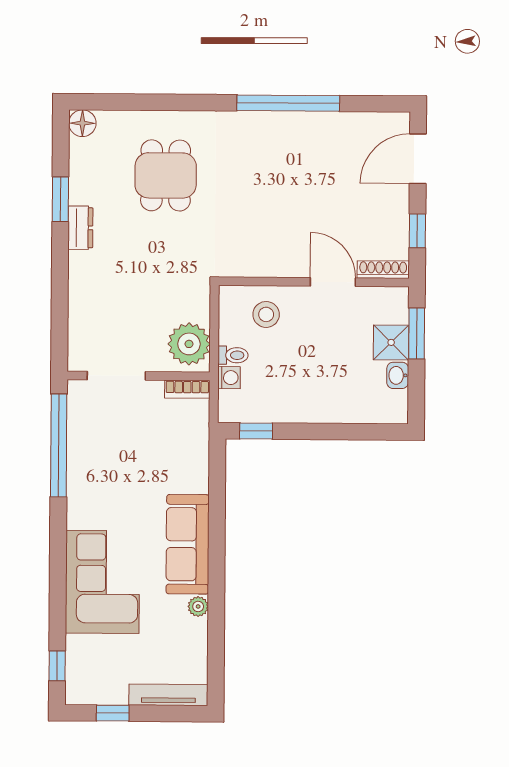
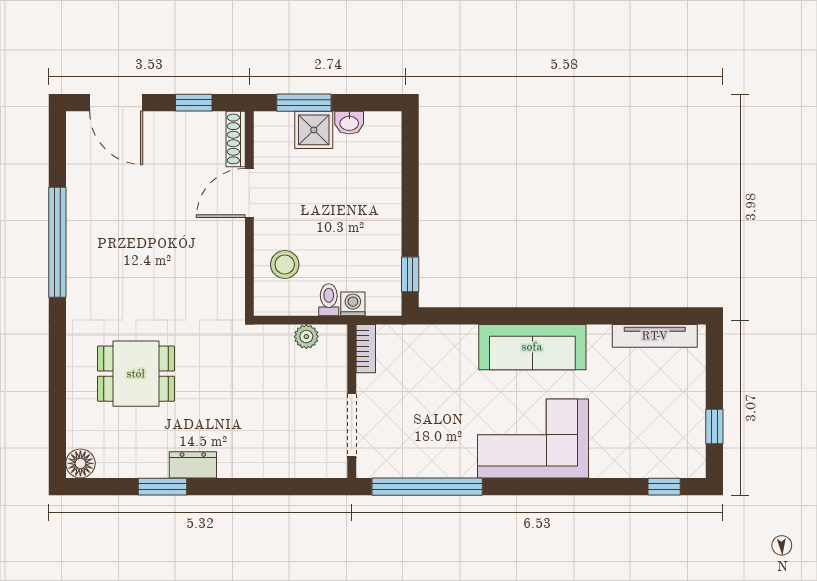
plant: (189, 344) -> (306, 337), width x0.53, depth x0.53
corner sofa: (102, 582) -> (533, 438), moved
plant: (198, 606) -> (599, 335), removed
tv unit: (168, 695) -> (655, 336), moved, turned -90

